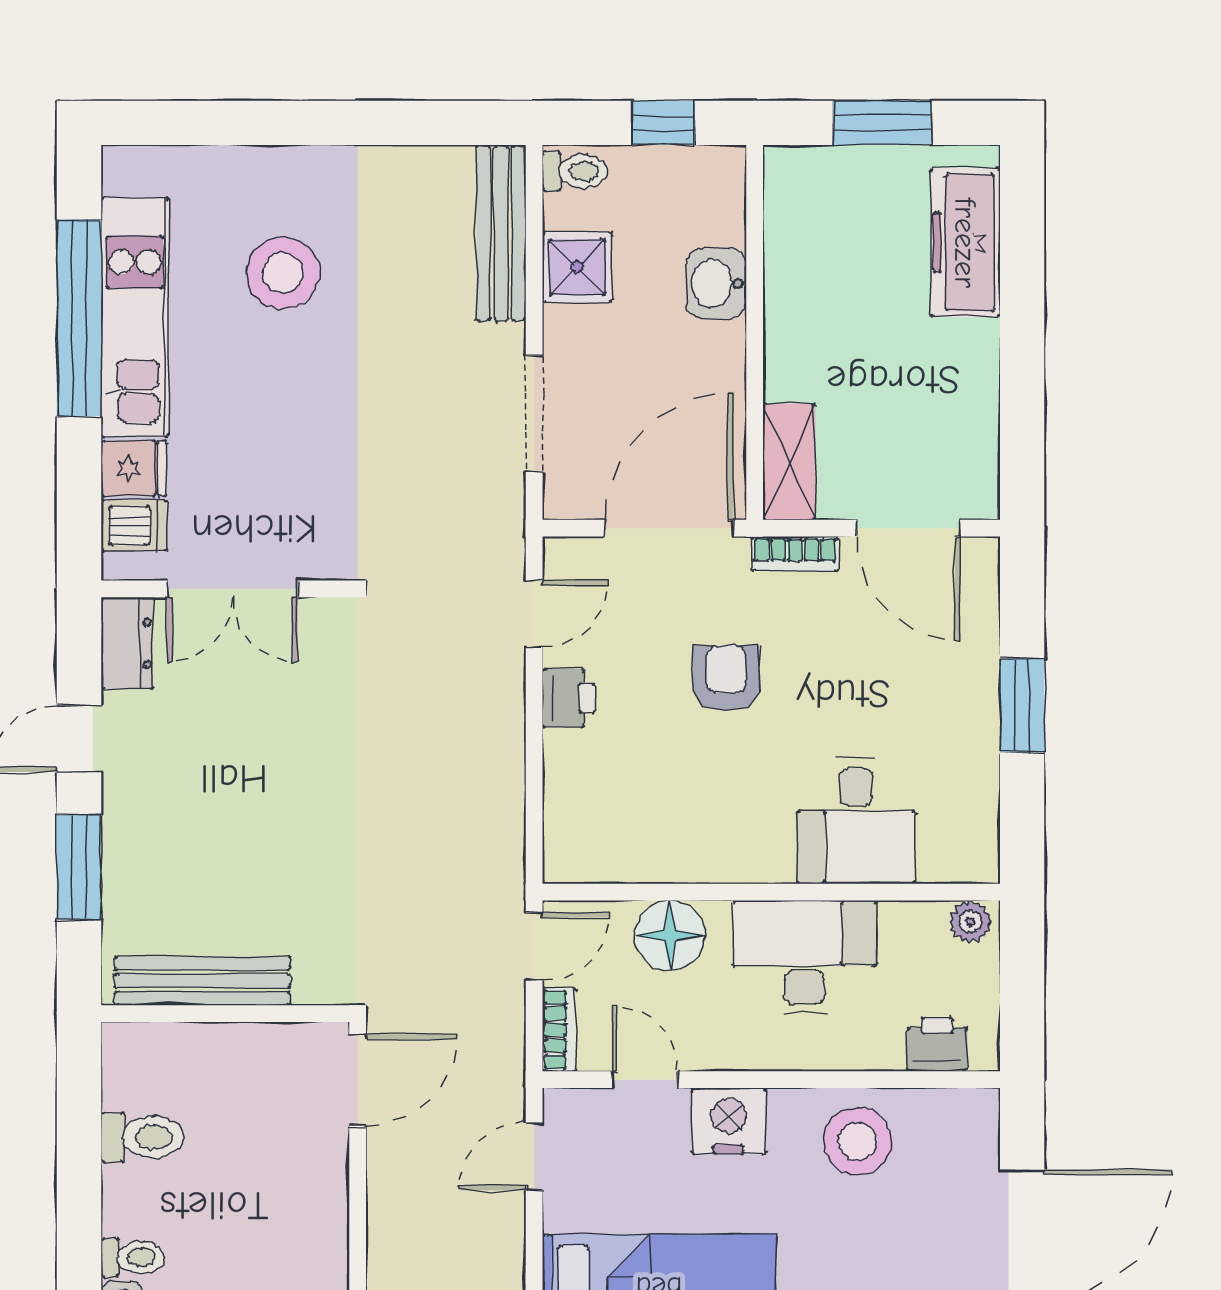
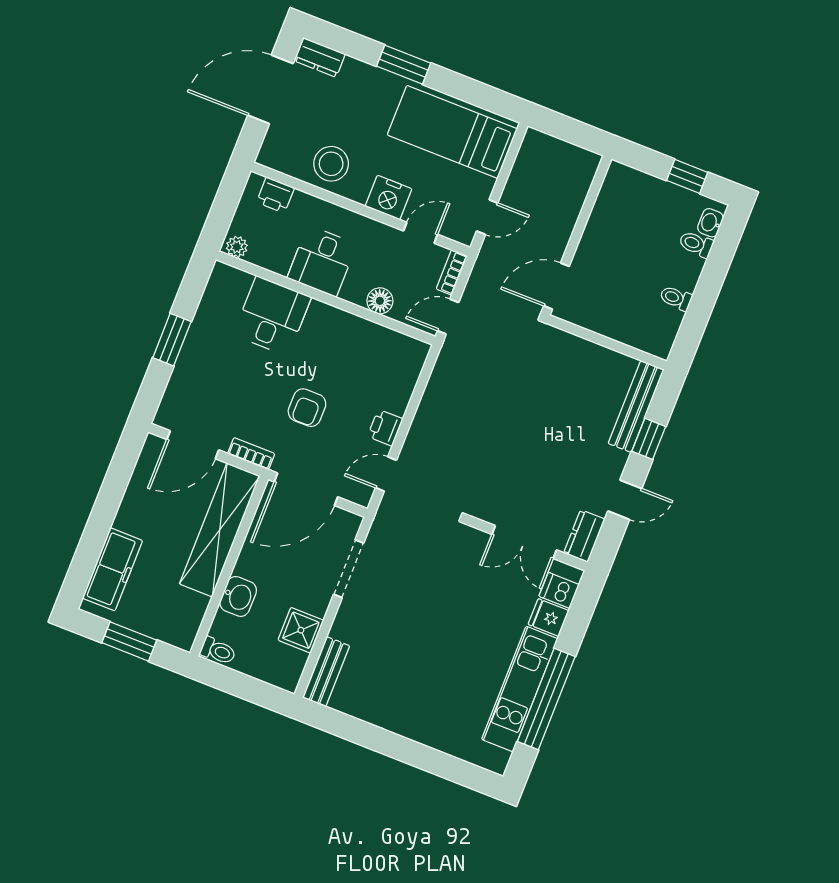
window: (663, 123) -> (233, 682), removed
toilet: (575, 171) -> (218, 651), moved, turned 180
bench: (501, 233) -> (326, 672), width x0.73
stool: (283, 273) -> (441, 682), removed
shelving: (789, 462) -> (220, 530), width x2.20, depth x1.33
door: (908, 528) -> (193, 445), swing flipped
double door: (232, 589) -> (524, 542), swing flipped
window: (79, 867) -> (649, 439), width x0.67
floor lamp: (670, 935) -> (380, 301), width x0.73, depth x0.73
desk: (804, 957) -> (322, 261), width x0.73
bench: (203, 981) -> (636, 406), moved, turned 90
door: (645, 1080) -> (420, 233), swing flipped
toilet: (142, 1137) -> (676, 298), width x0.73, depth x0.72

